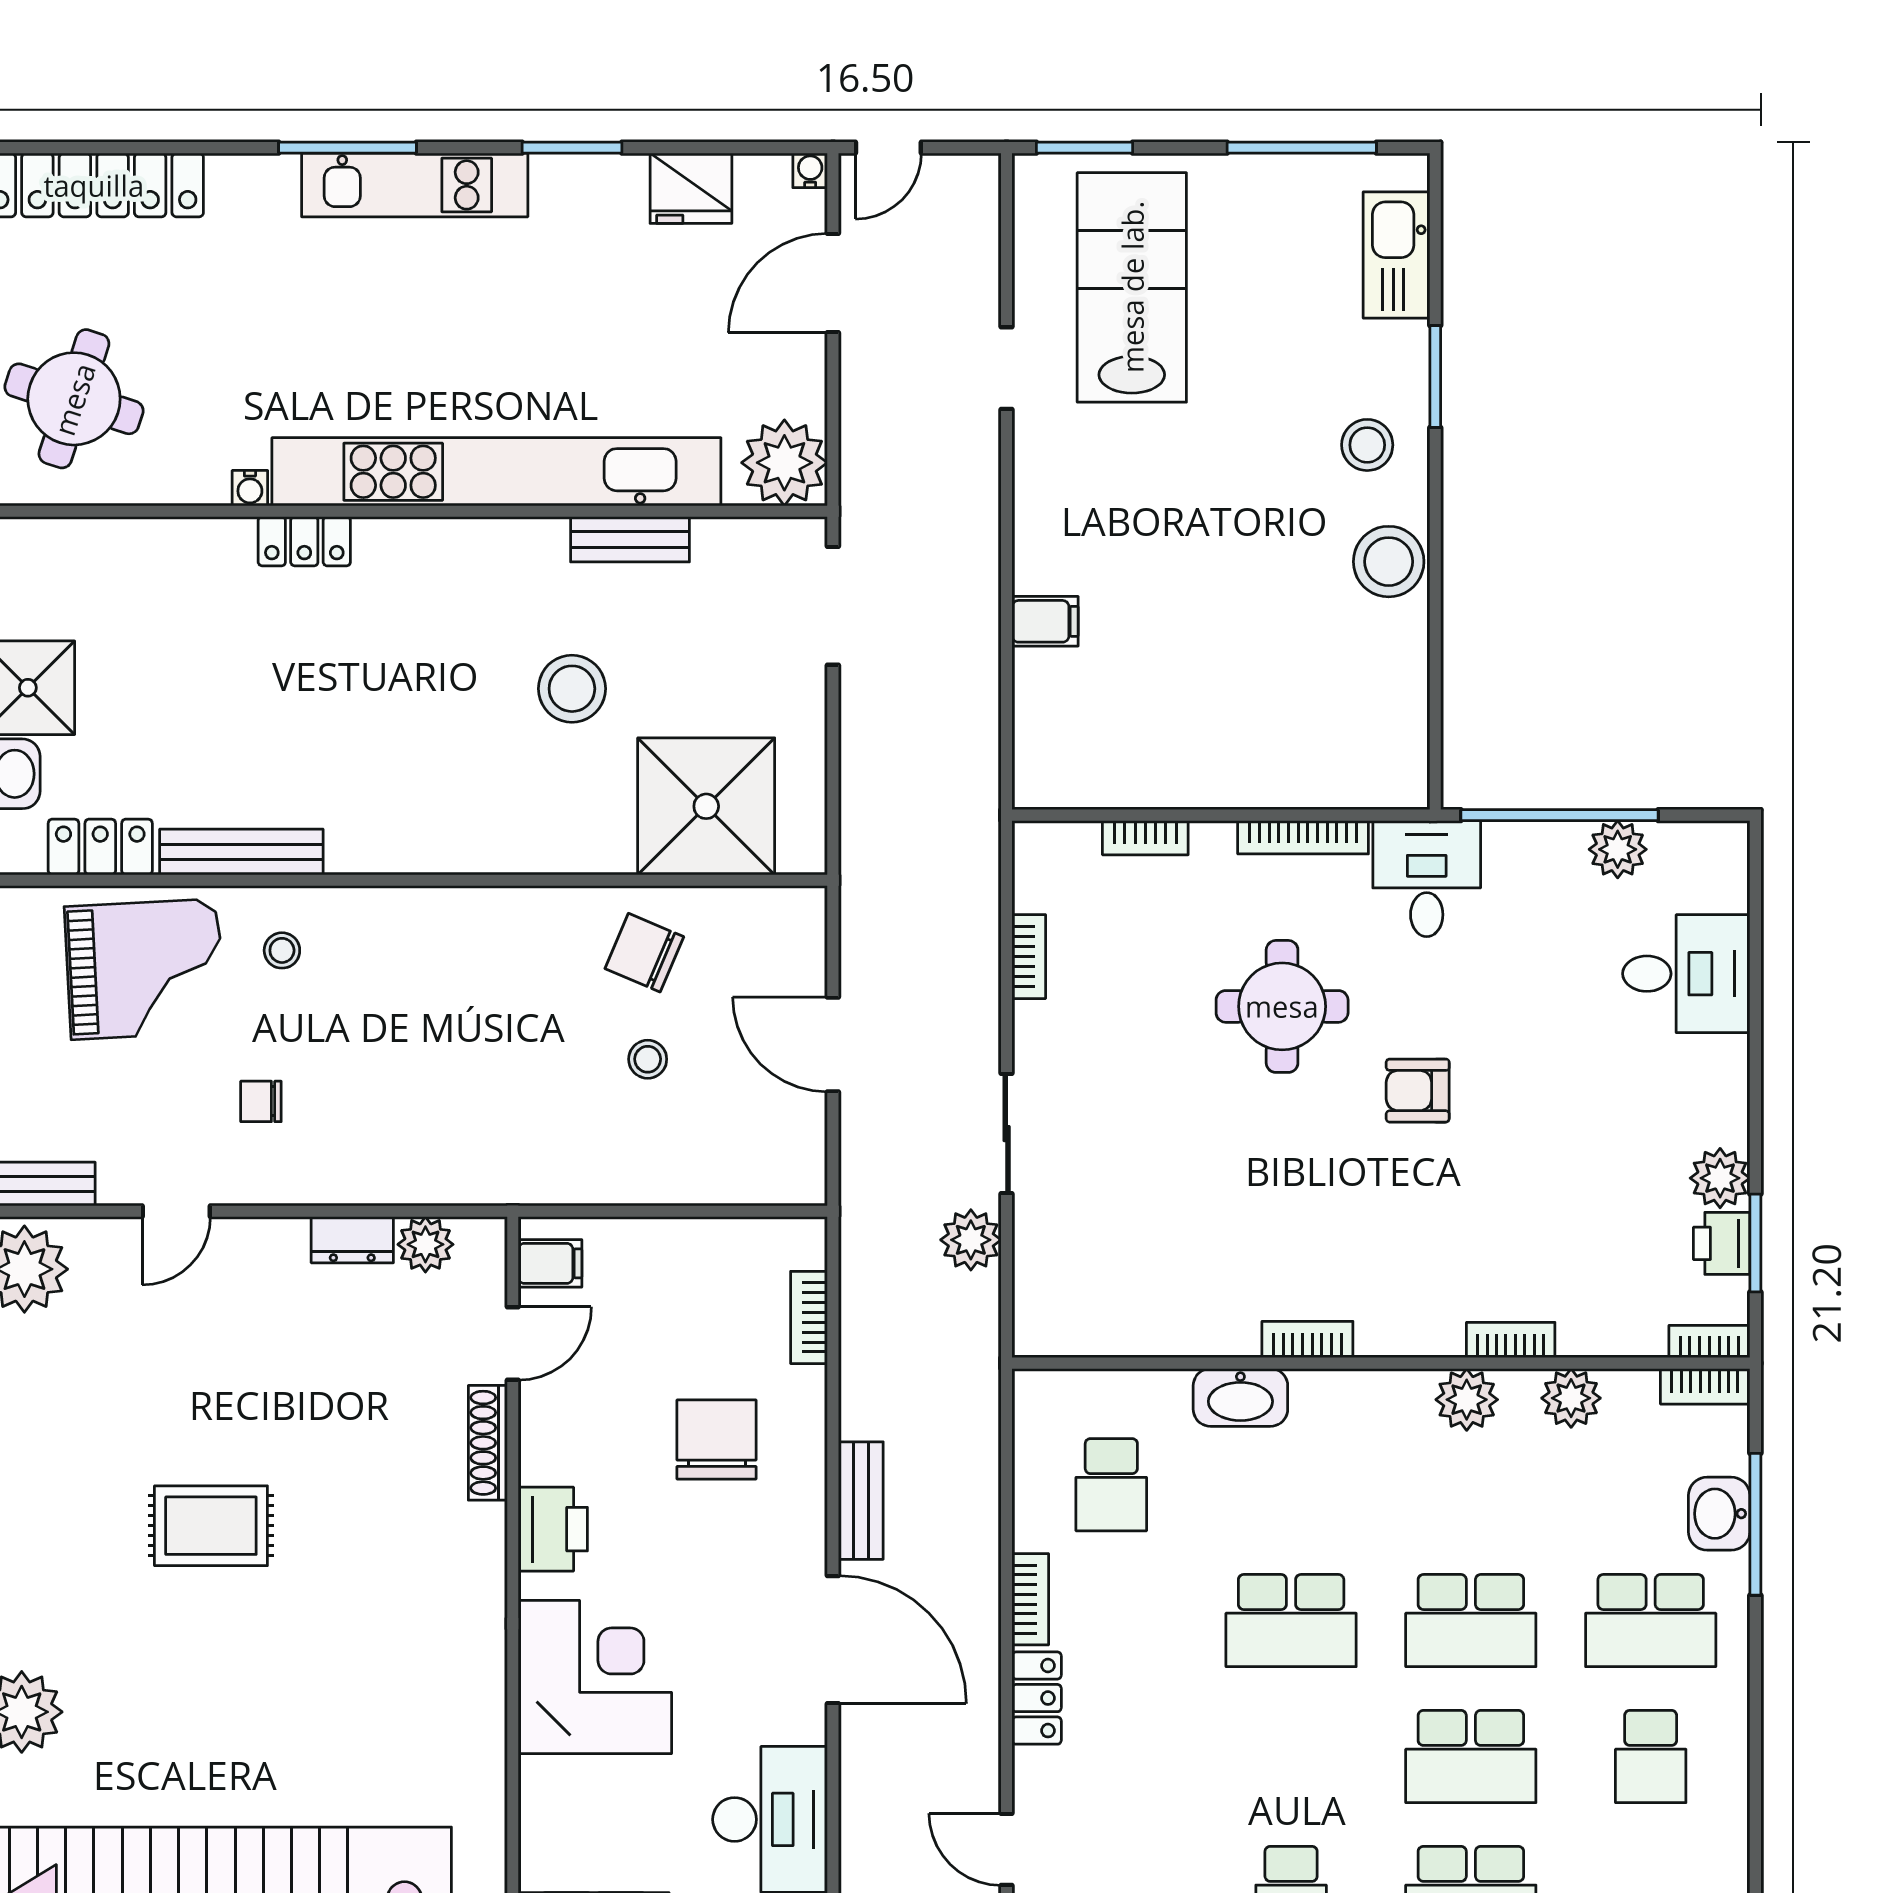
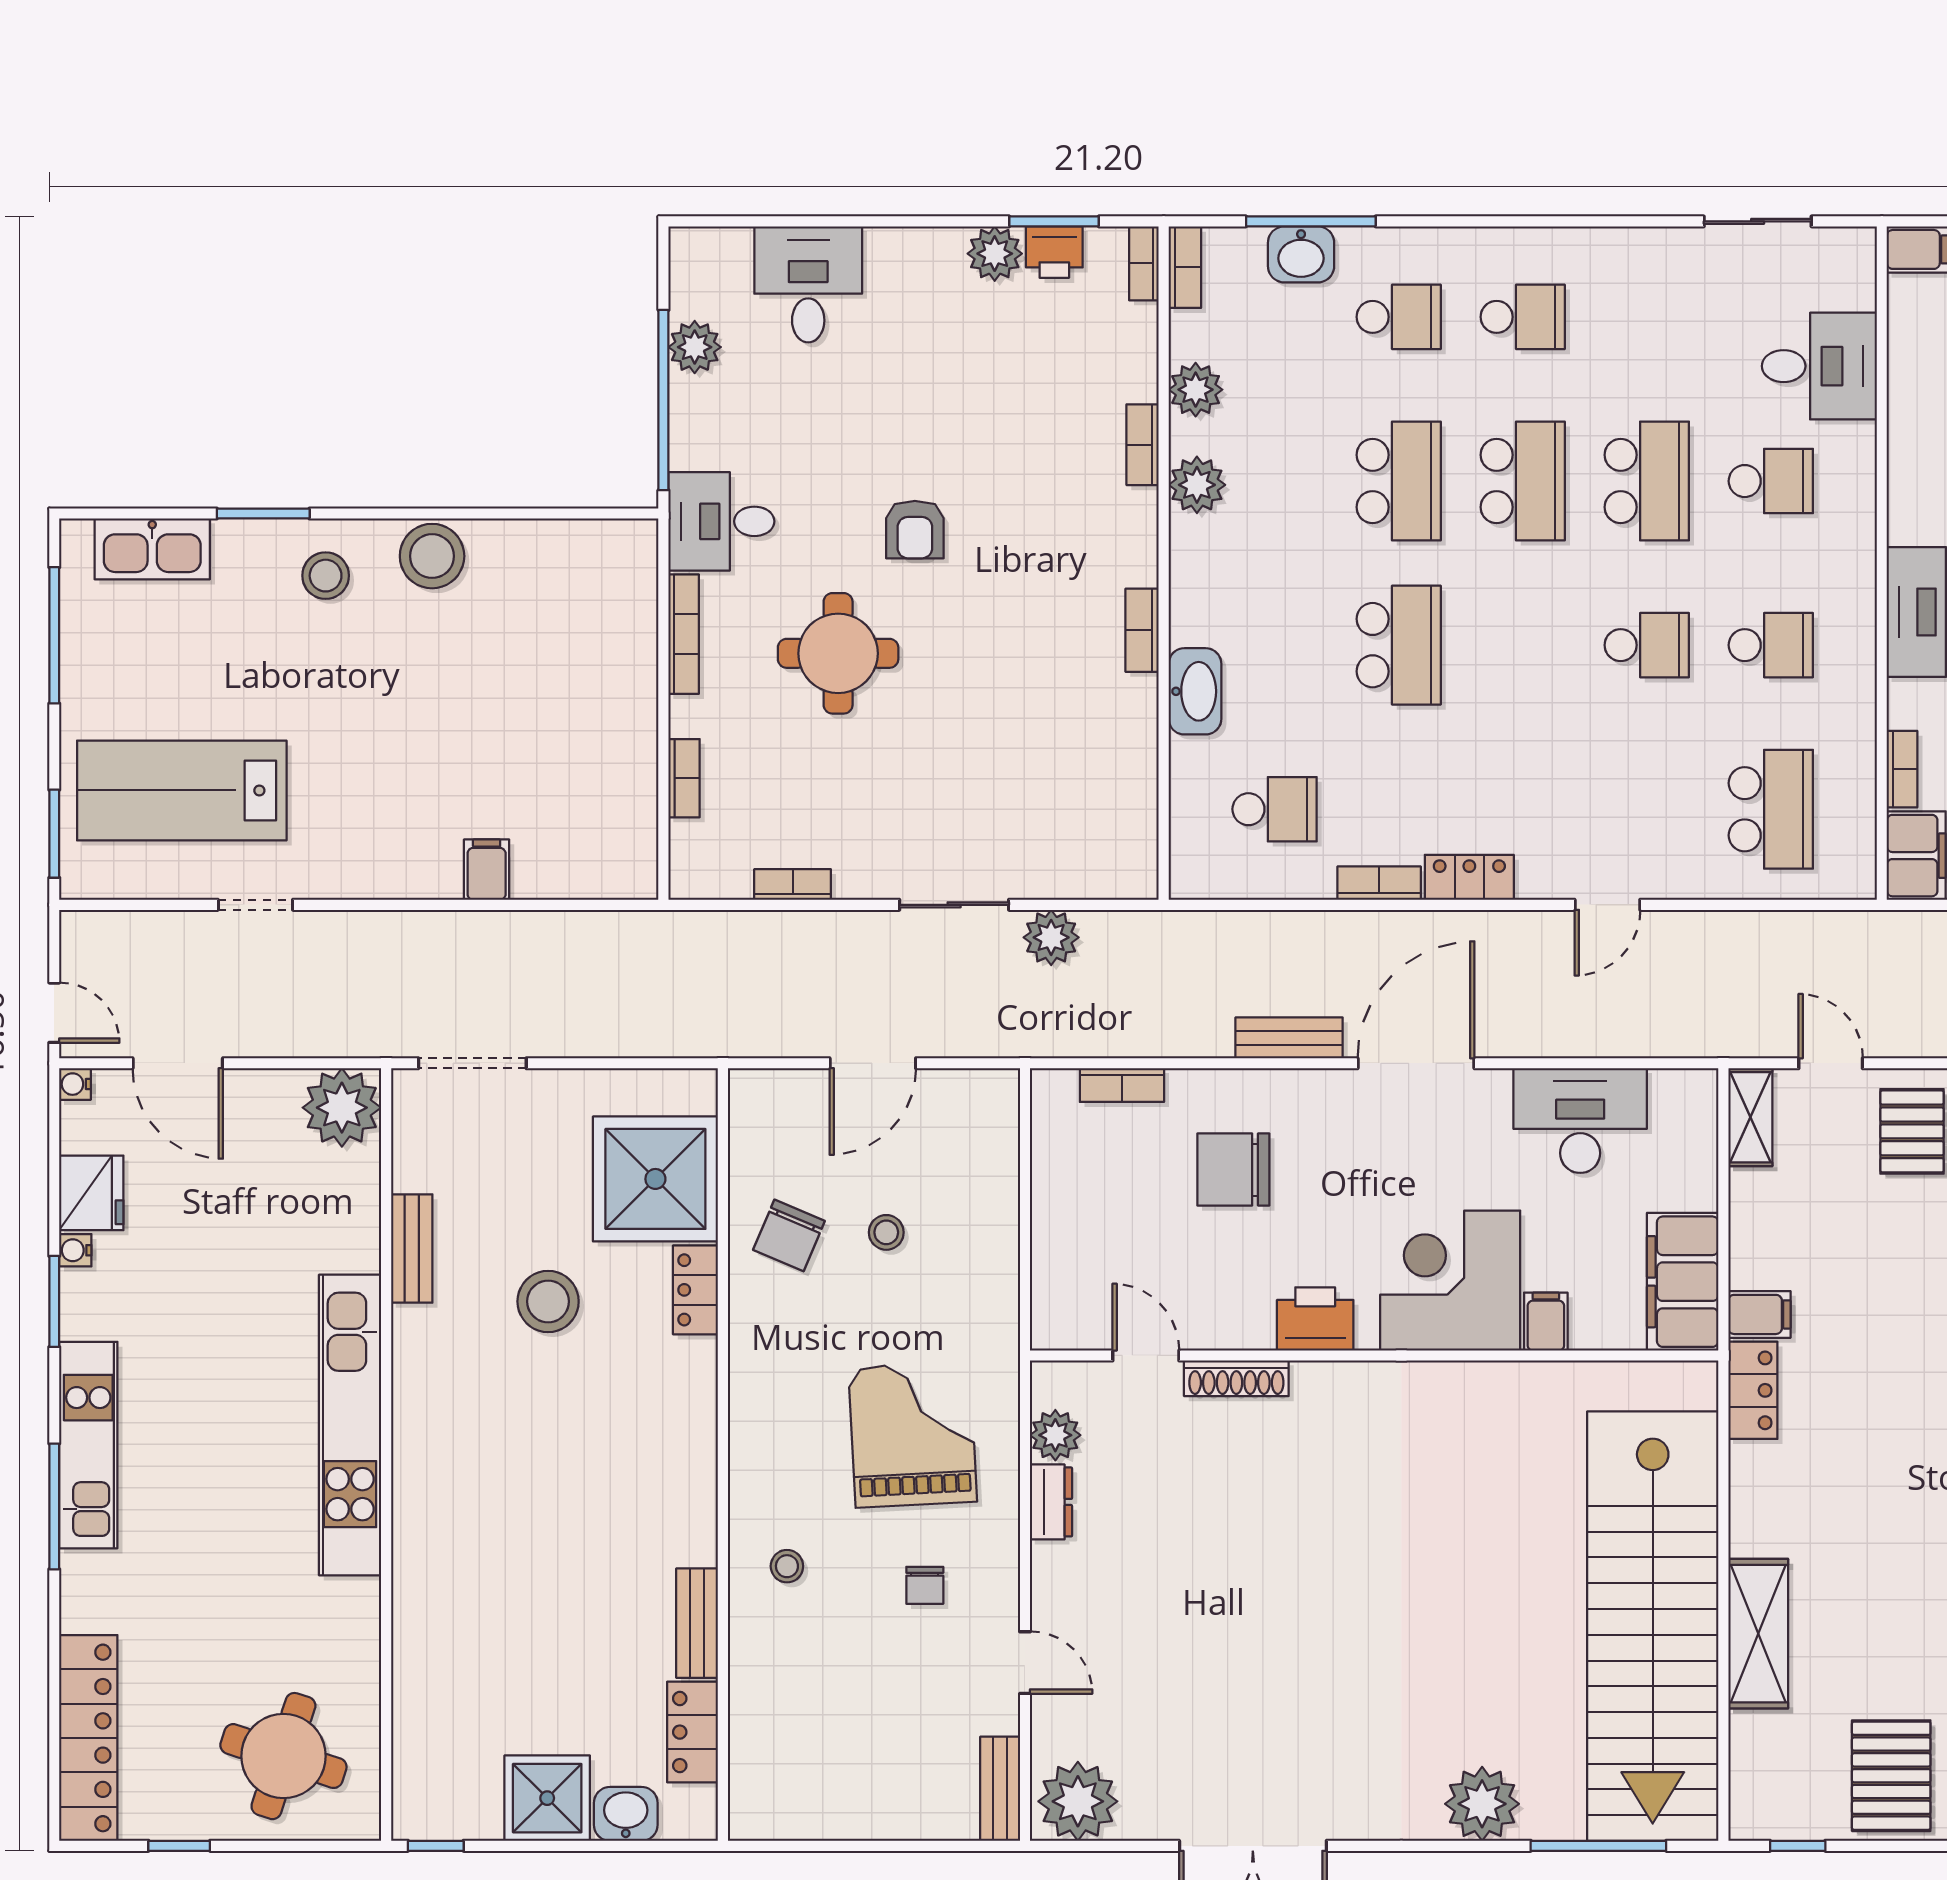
kitchen unit: (496, 472) -> (350, 1425), width x0.73
water cooler: (250, 488) -> (75, 1250), moved, turned 180
locker: (304, 541) -> (695, 1290), moved, turned 180
bench: (241, 852) -> (697, 1623), width x0.73
grand piano: (145, 969) -> (913, 1435), moved
filing cabinet: (550, 1263) -> (1546, 1322), moved
rug: (211, 1526) -> (1312, 1631), removed
school desk: (1651, 1621) -> (1399, 317), width x0.54

